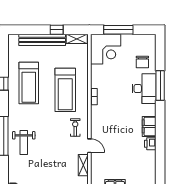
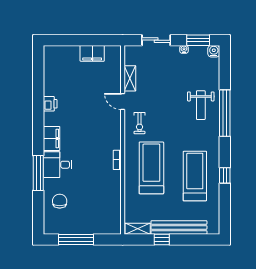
window: (118, 30) -> (76, 239), moved
corner desk: (106, 49) -> (103, 217), removed
desk: (144, 89) -> (57, 165), width x0.73
filing cabinet: (149, 126) -> (52, 138), moved
weight bench: (24, 143) -> (201, 105), turned 180

